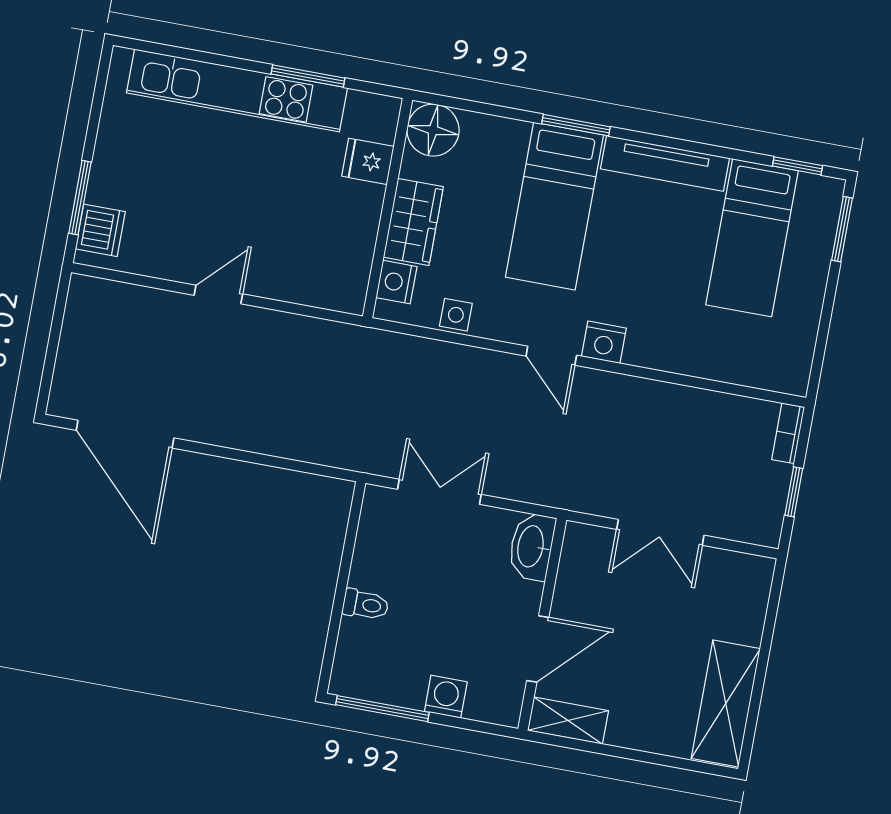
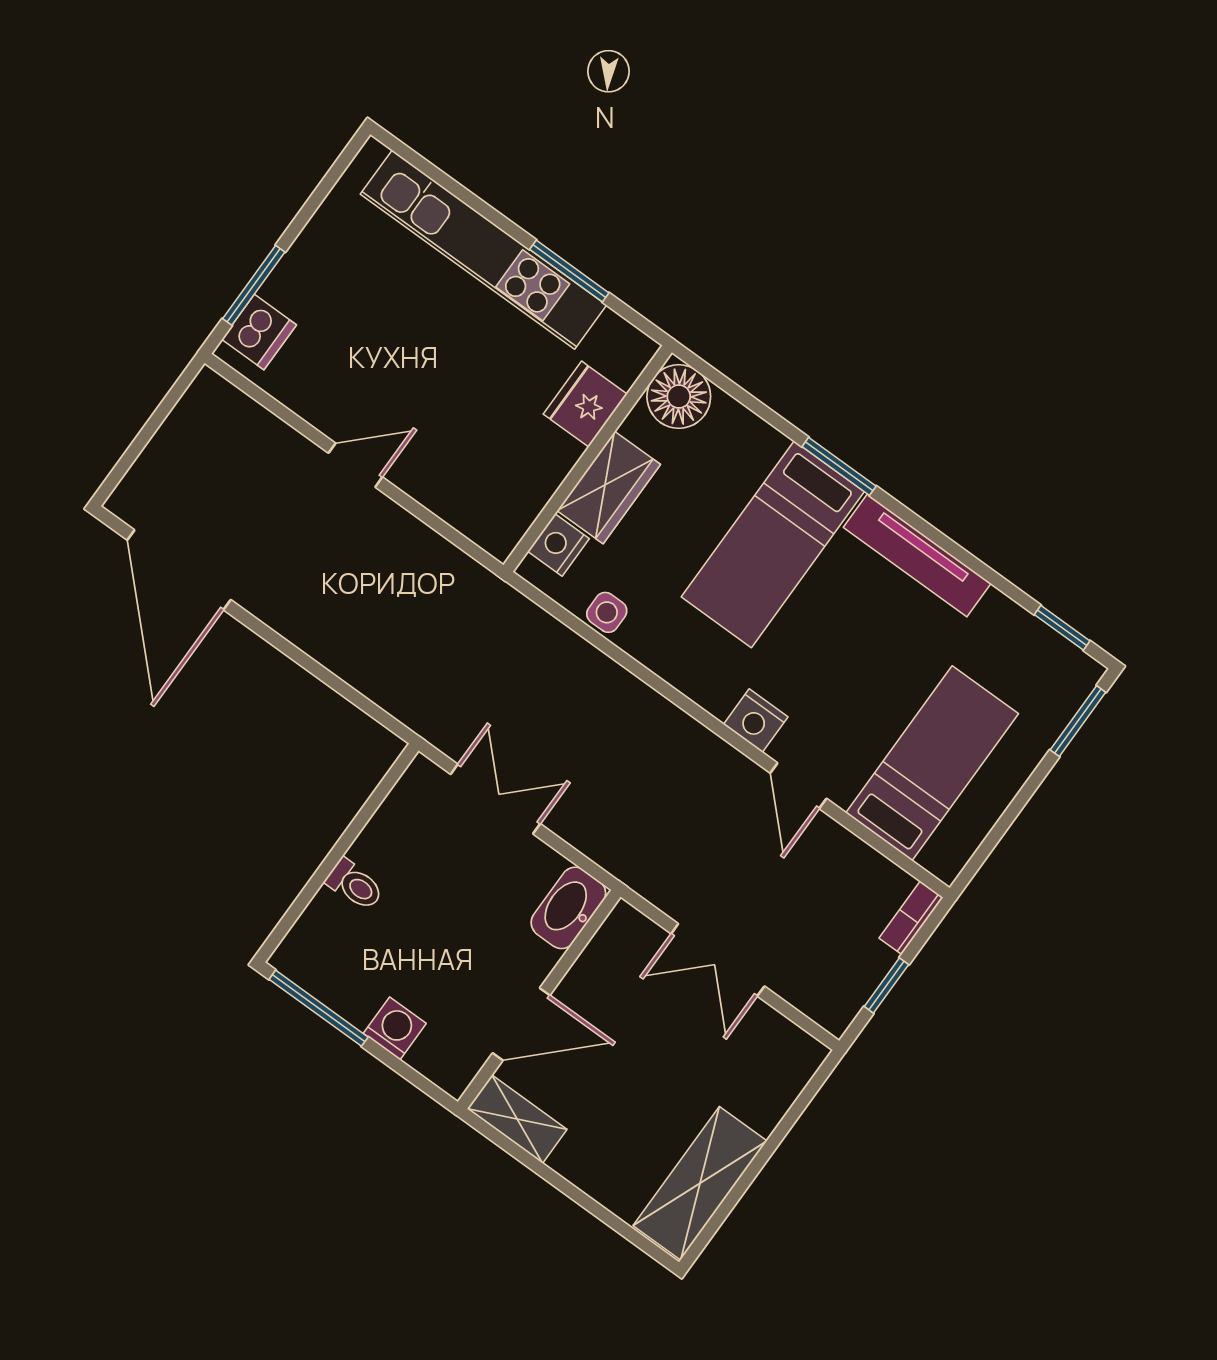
fridge: (368, 161) -> (585, 404), width x1.38
bed: (752, 238) -> (932, 763), moved, turned 180
door: (551, 356) -> (798, 786), moved

